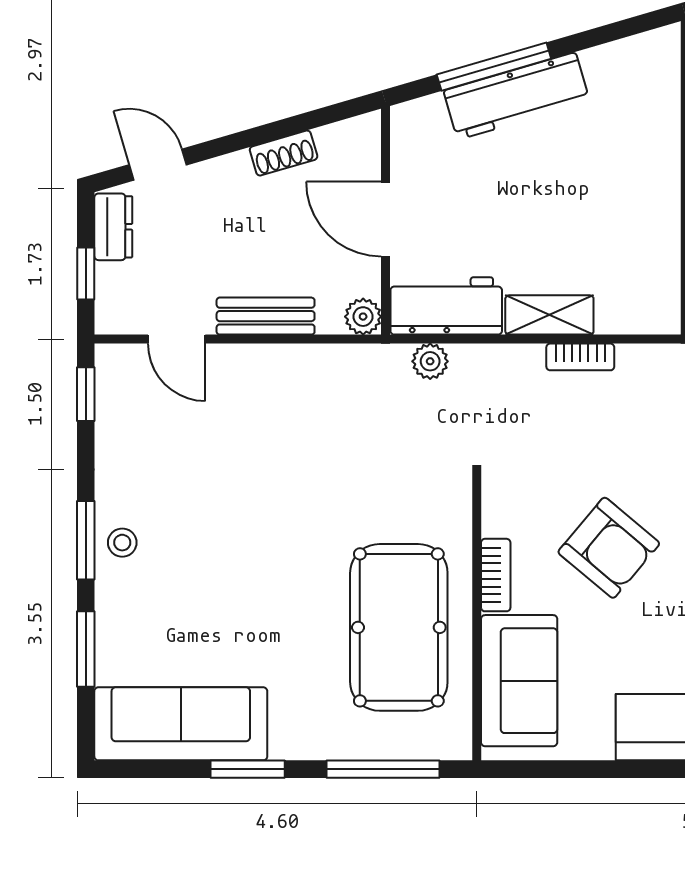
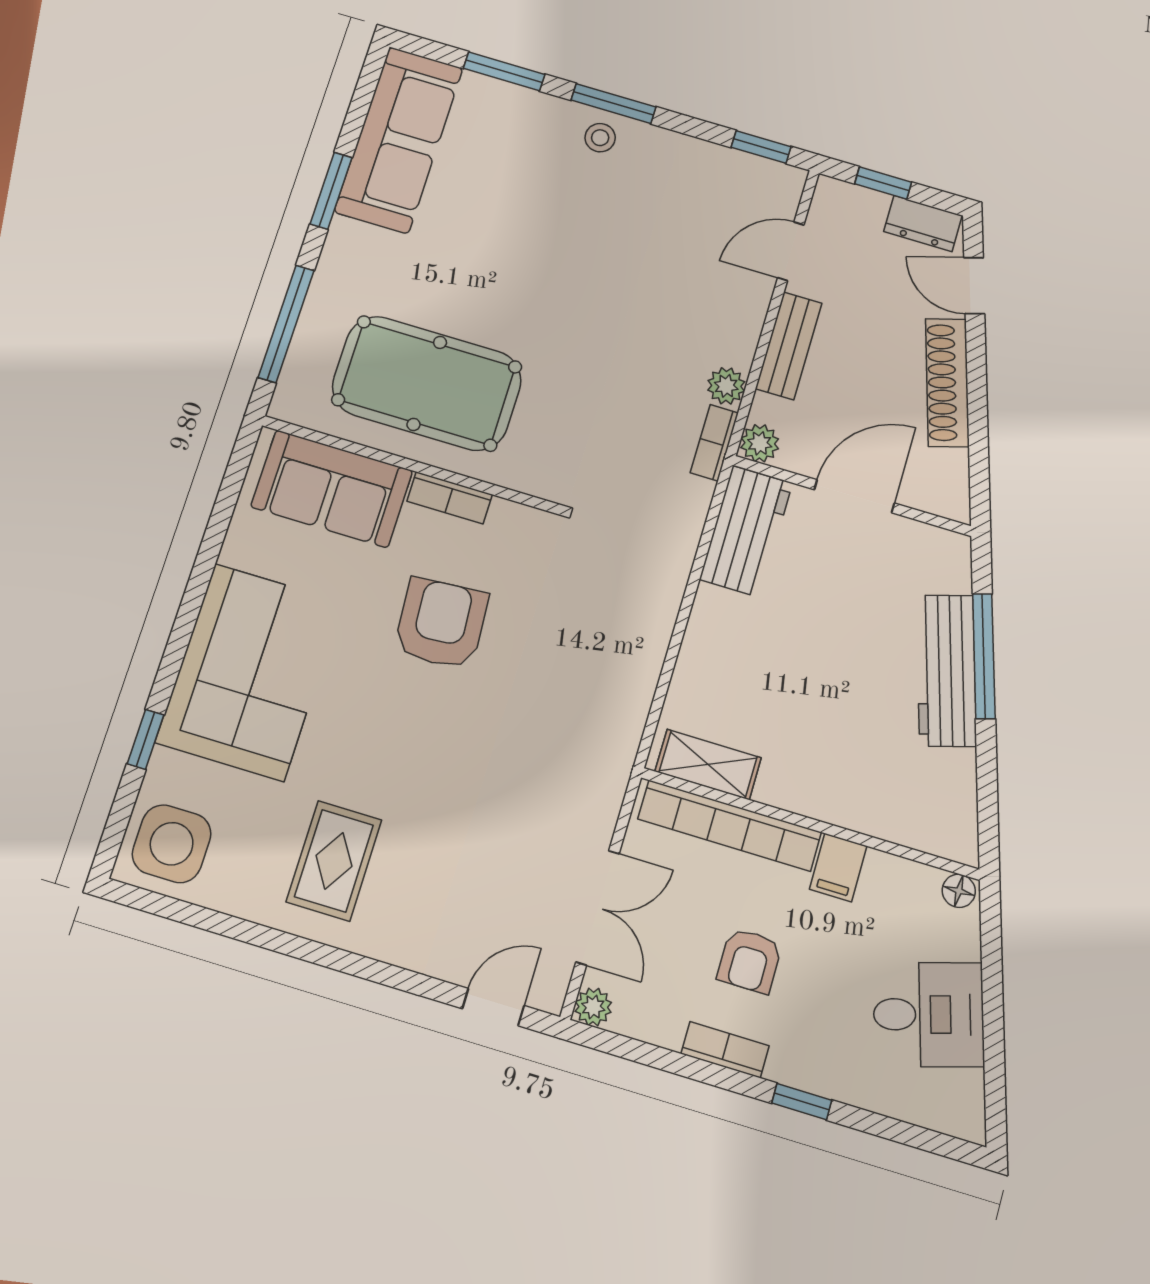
shoe rack: (284, 153) -> (947, 383), width x1.94, depth x1.24
door: (158, 165) -> (974, 286), swing flipped
shelving: (549, 315) -> (708, 764), moved, turned 90
bookcase: (580, 357) -> (714, 443), moved
plant: (430, 361) -> (726, 386), moved
armchair: (609, 548) -> (441, 623), turned 136

